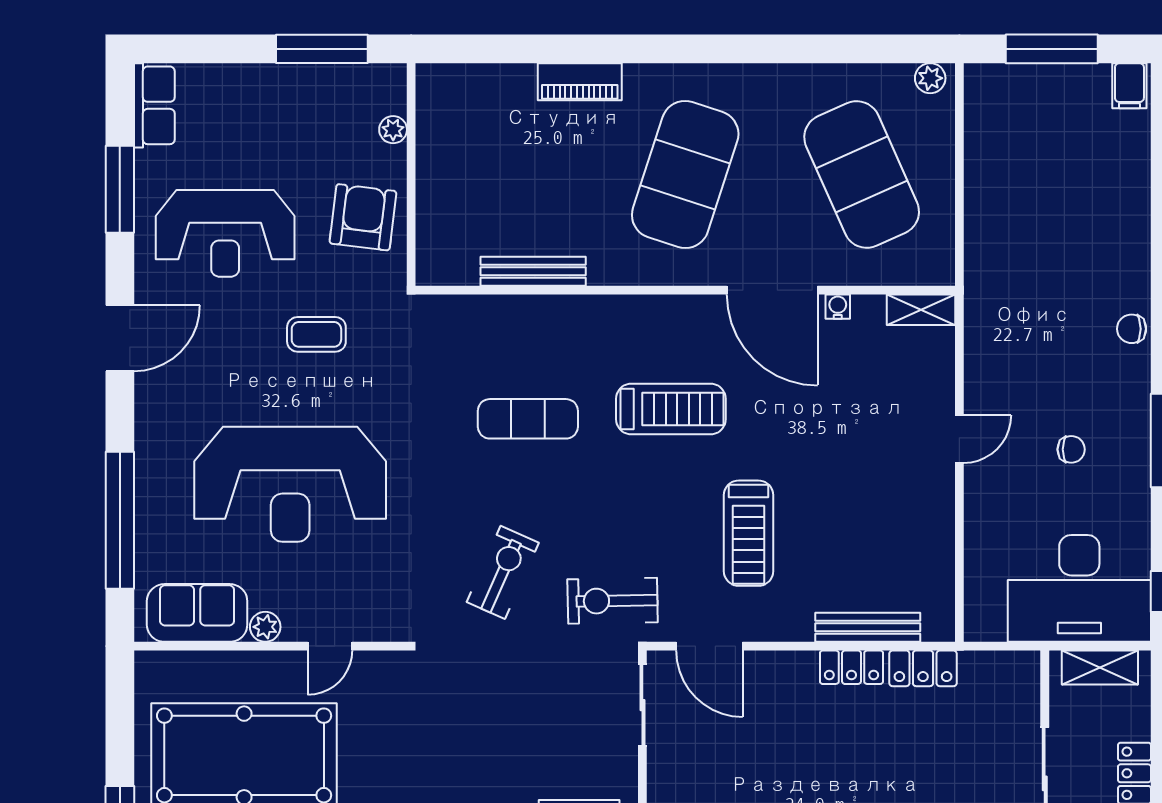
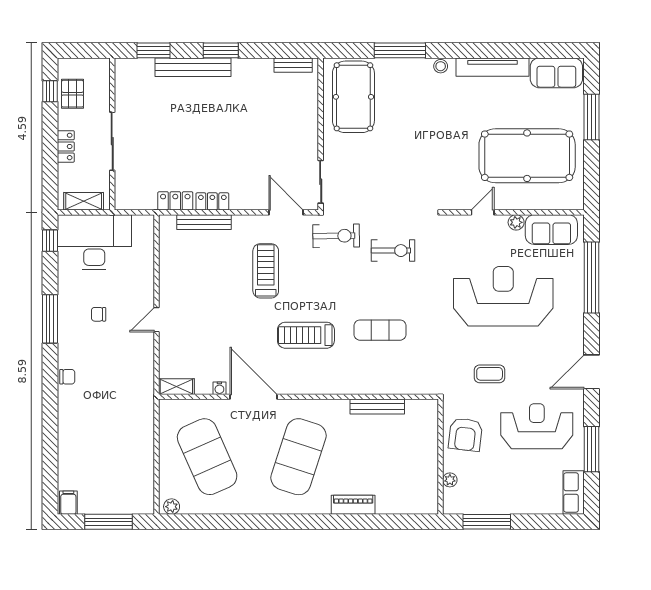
exercise bike: (503, 572) -> (393, 251), turned -114

